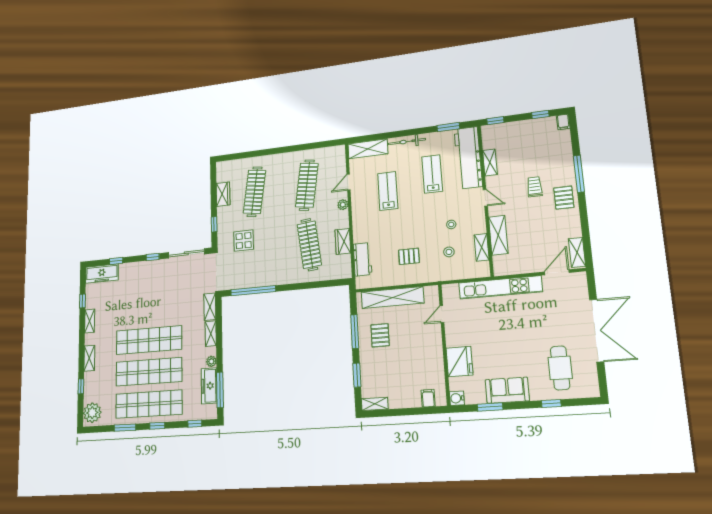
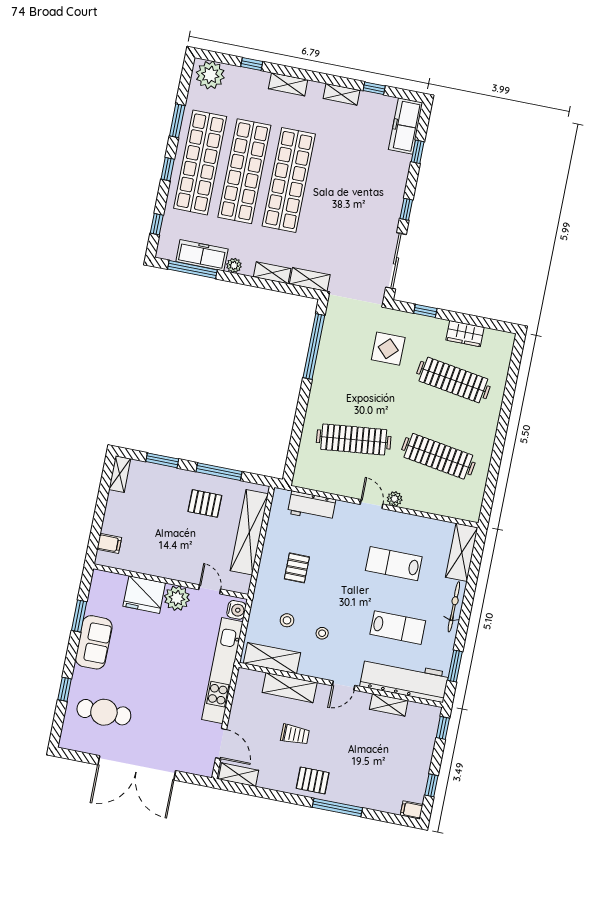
door: (349, 182) -> (372, 504), moved
trolley: (535, 187) -> (295, 735), moved
lab bench: (388, 191) -> (394, 564), turned 180
wardrobe: (343, 241) -> (344, 486), removed
shelving: (482, 247) -> (272, 658), width x1.50, depth x1.33
plant: (455, 336) -> (177, 598), added
water cooler: (457, 398) -> (236, 610), moved, turned 90

